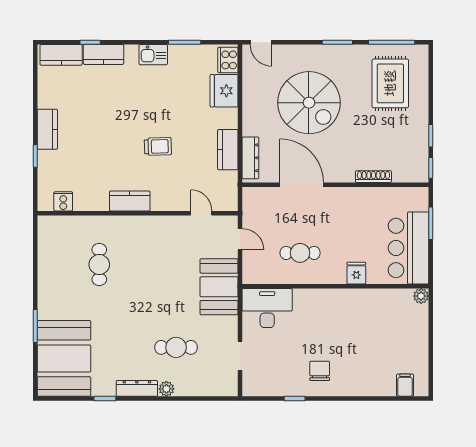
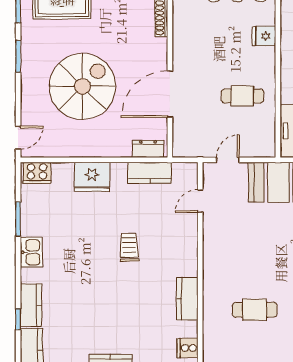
fridge: (224, 91) -> (92, 177), moved
kitchen counter: (228, 150) -> (150, 173), moved
dresser: (250, 158) -> (148, 149), width x0.70
kitchen counter: (130, 201) -> (187, 299), moved
cafe table: (300, 253) -> (242, 96), turned 90

